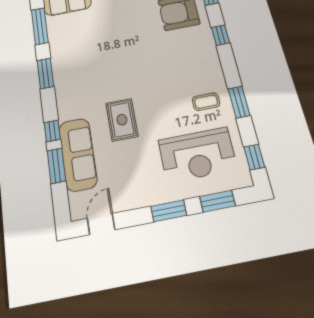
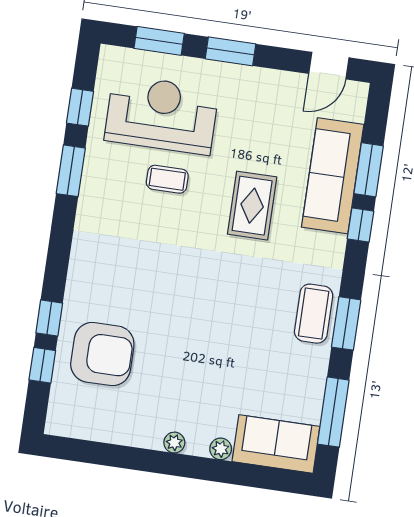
window: (220, 35) -> (49, 318), moved
coffee table: (66, 72) -> (314, 314), added
coffee table: (206, 102) -> (167, 179), moved
window: (254, 157) -> (80, 107), moved

